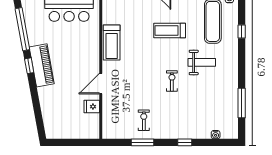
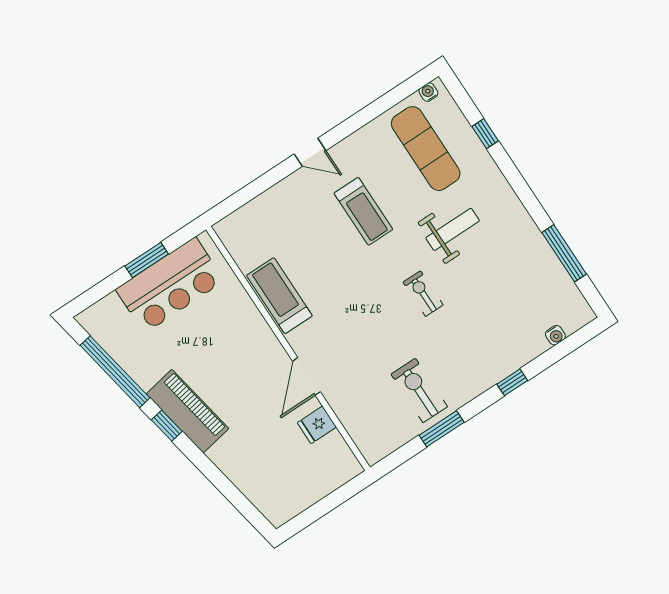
treadmill: (170, 30) -> (363, 211), turned -90
treadmill: (112, 43) -> (279, 296), turned 180
exercise bike: (144, 120) -> (419, 390), width x1.38, depth x1.39

